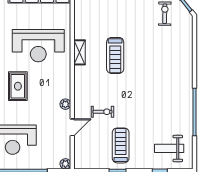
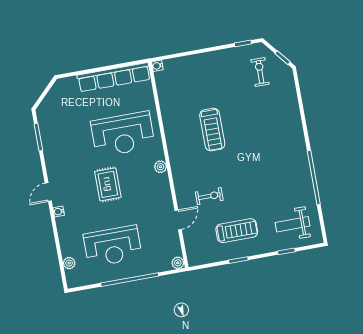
shelving: (80, 52) -> (171, 133), removed
plant: (65, 104) -> (160, 167), moved
treadmill: (121, 145) -> (237, 231), turned 90

